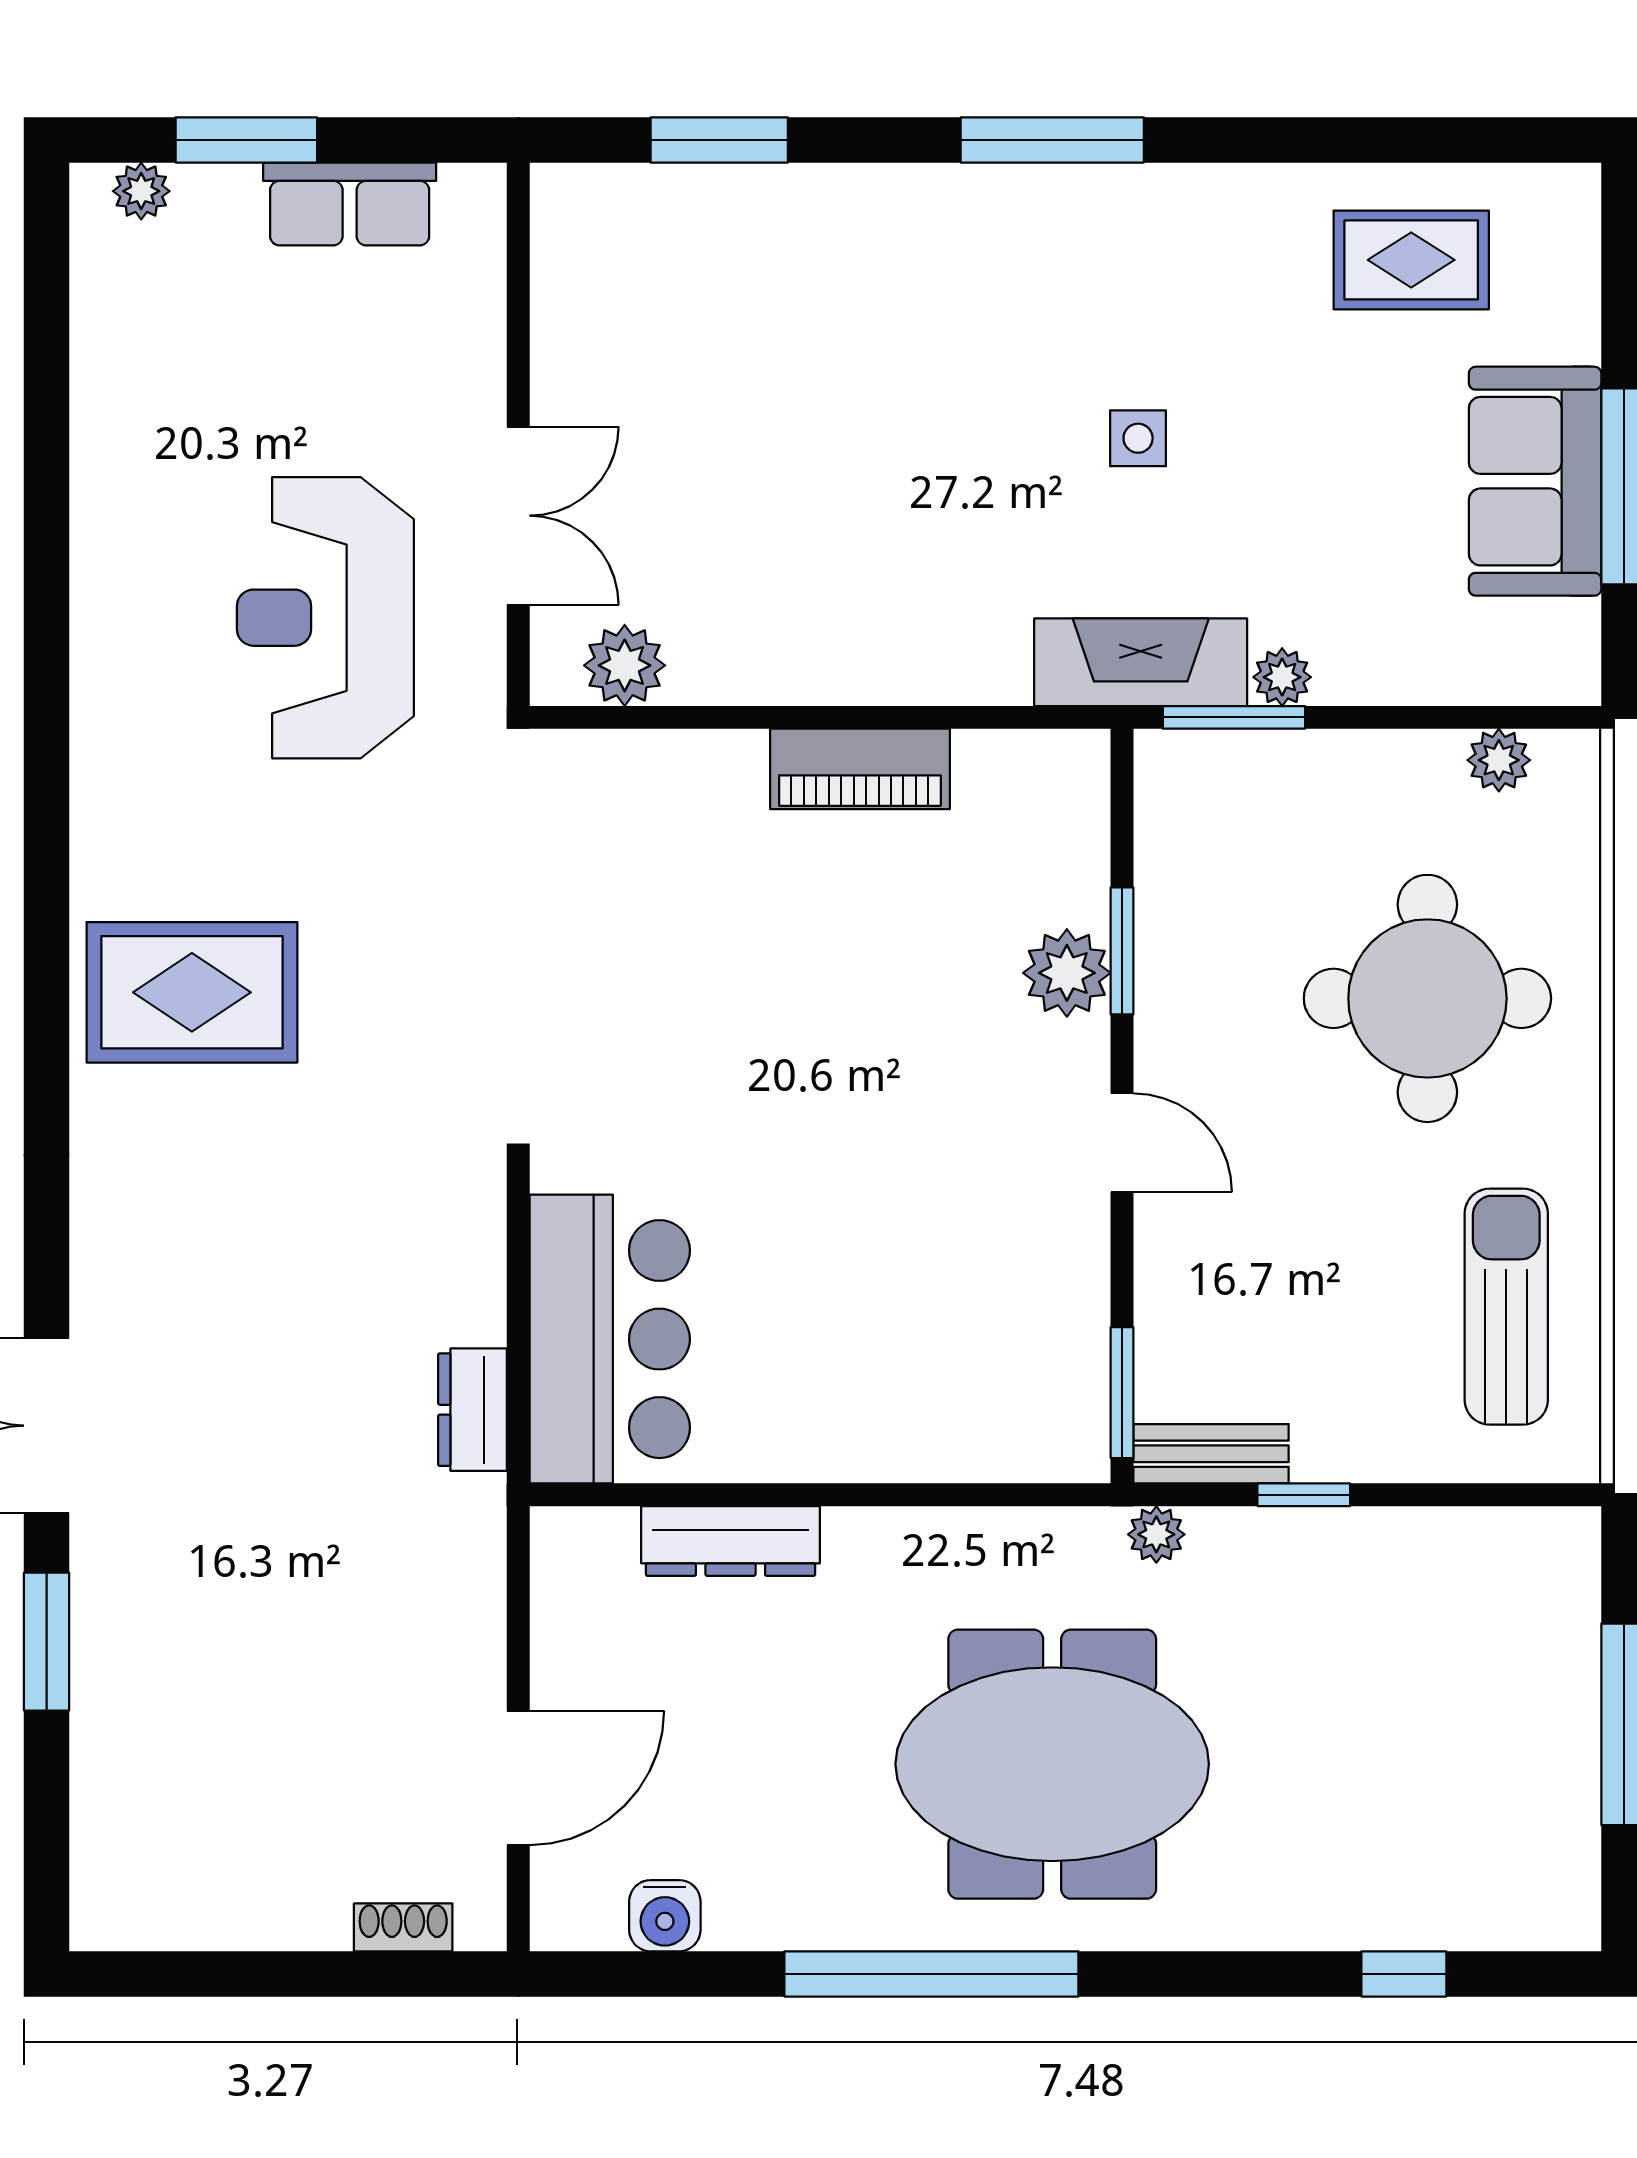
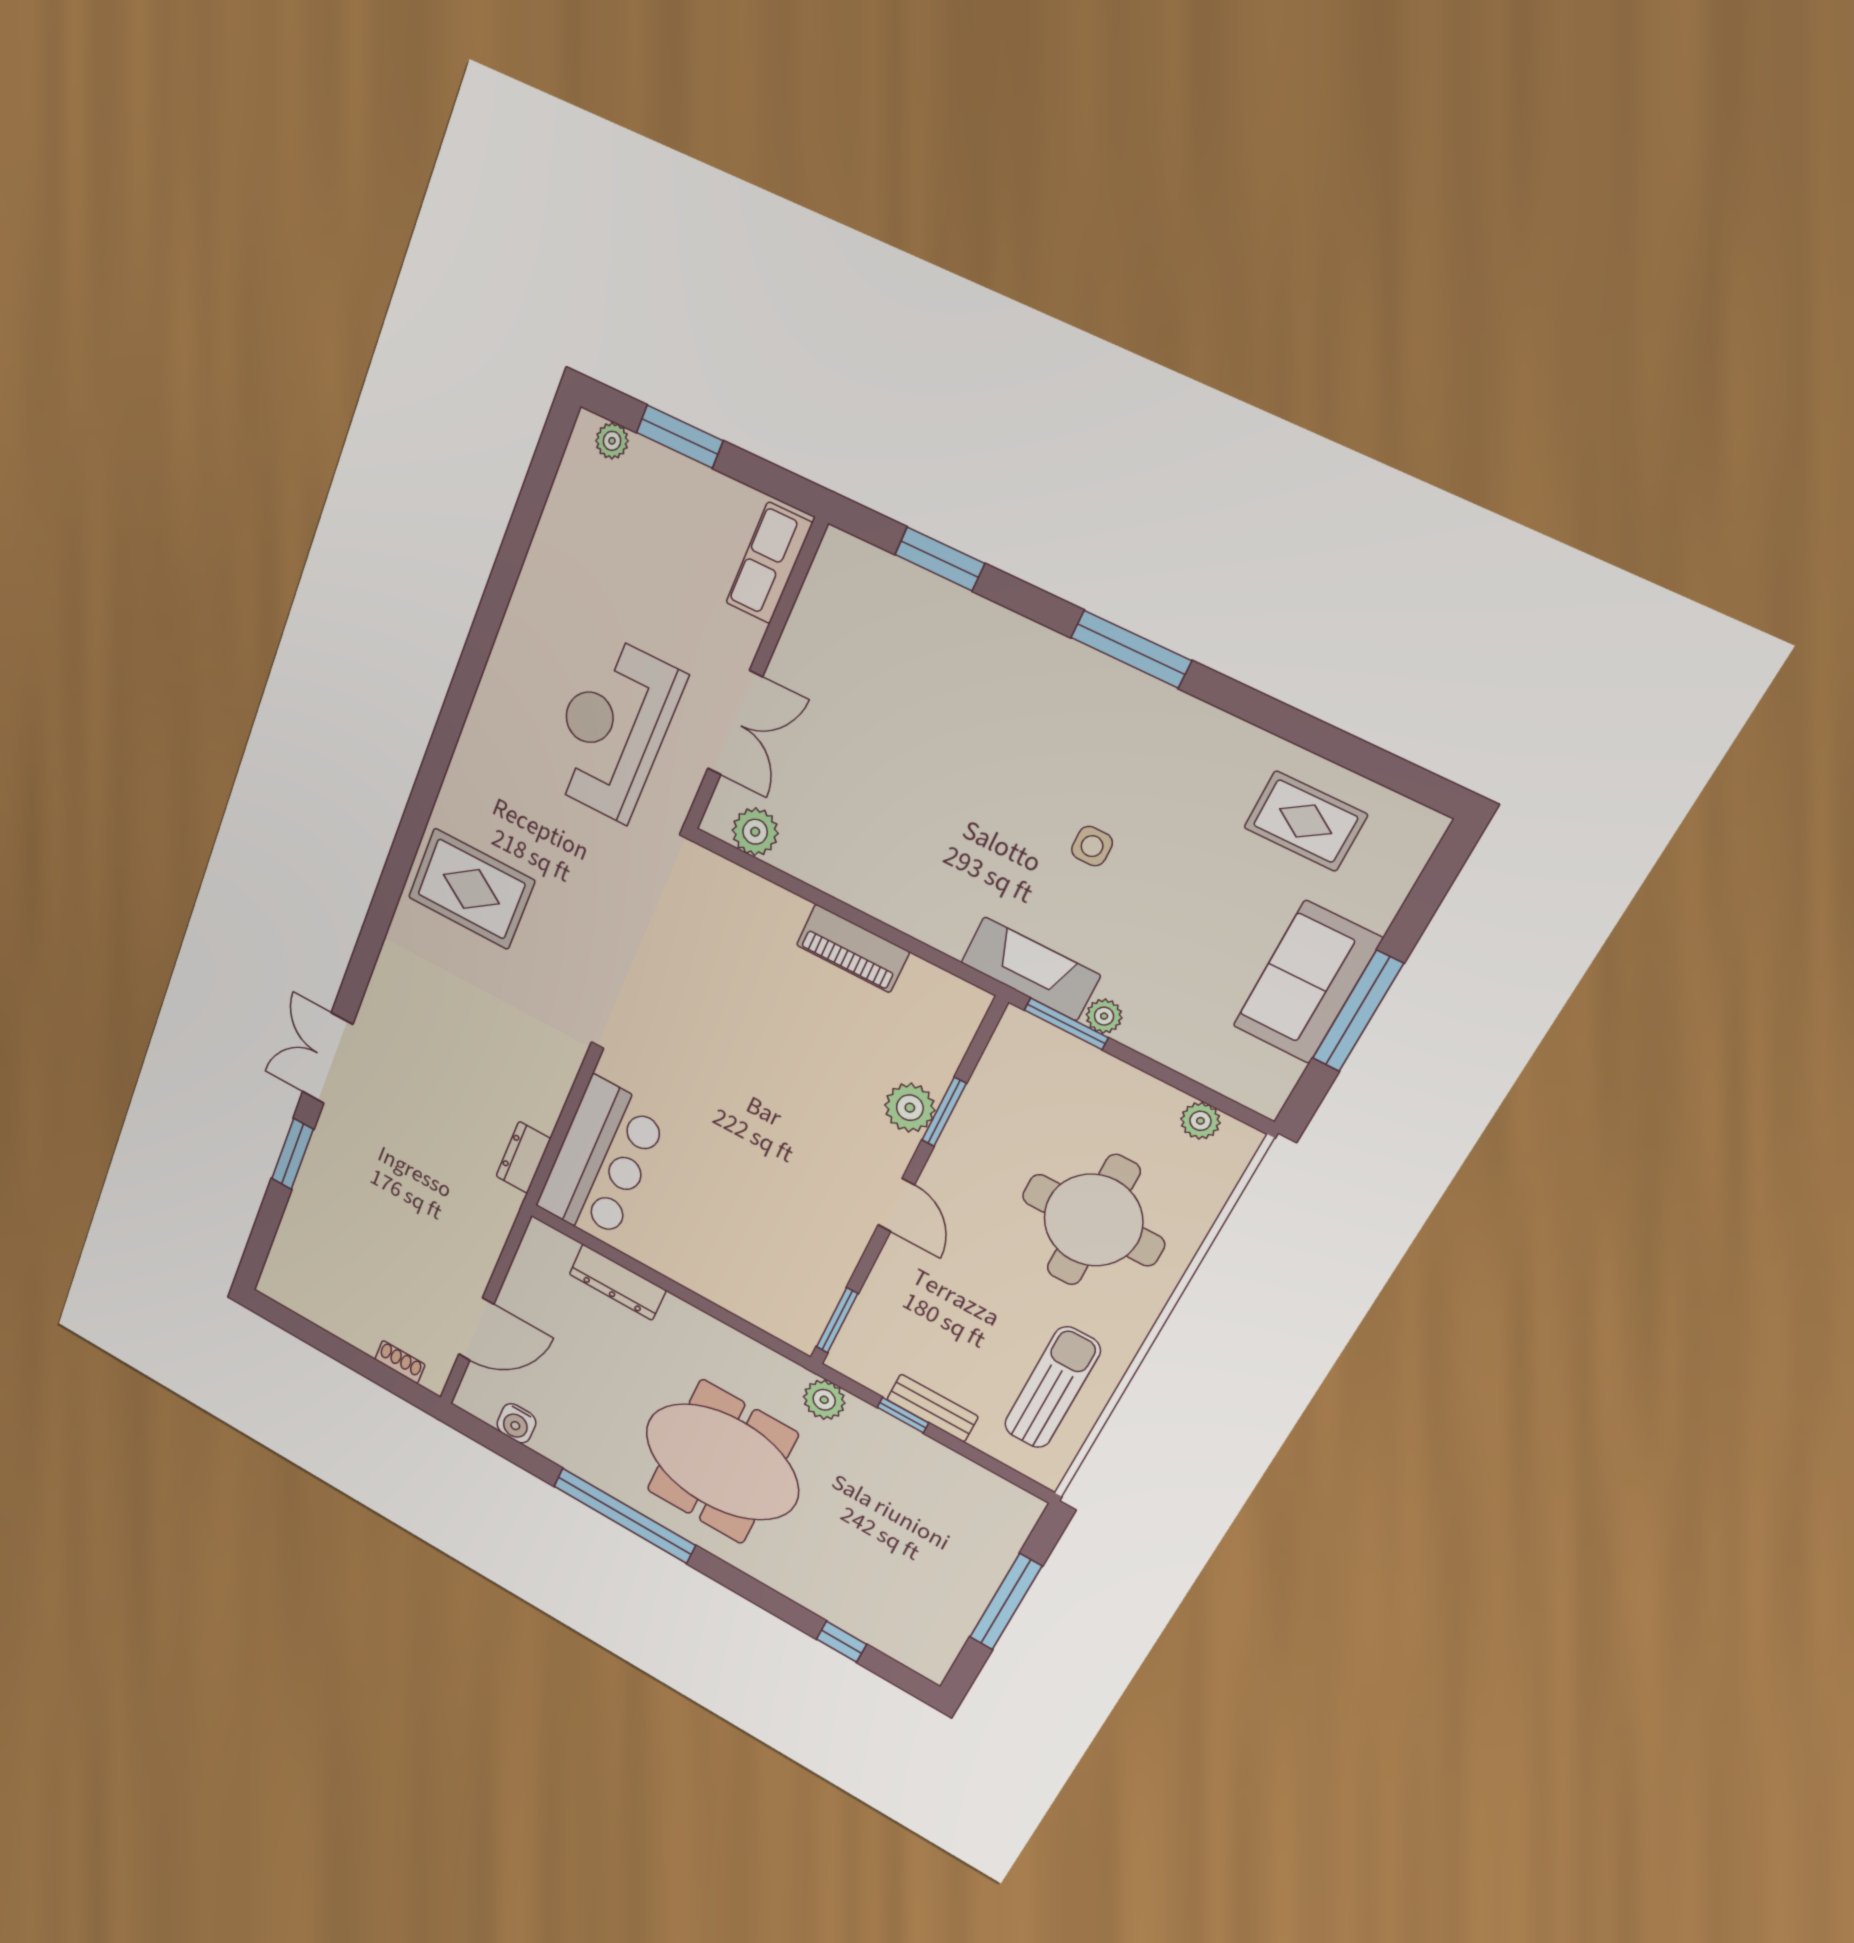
row of seats: (350, 204) -> (769, 563), moved, turned 90
bench: (1211, 1454) -> (932, 1408), moved
plant: (1156, 1534) -> (824, 1400), width x1.38, depth x1.38

